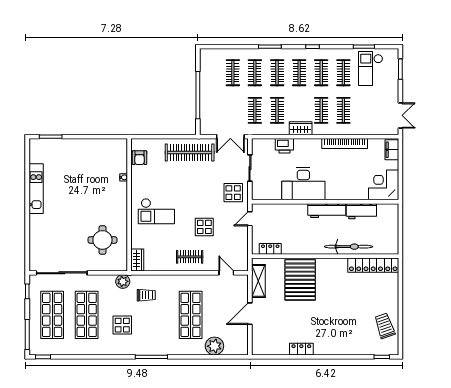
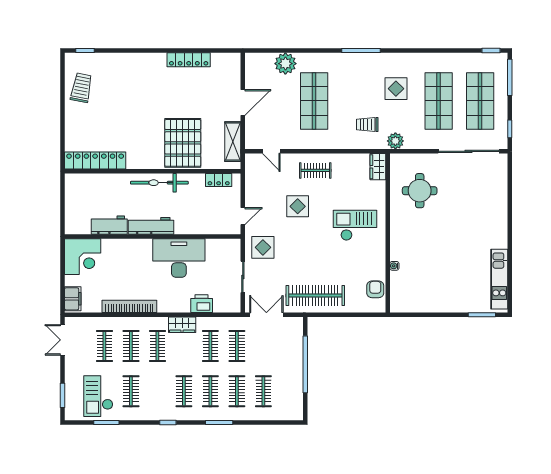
checkout: (371, 69) -> (98, 396), turned 180
clothes rail: (321, 73) -> (104, 346), moved
kitchen unit: (36, 189) -> (499, 279), moved
bicycle: (349, 247) -> (159, 183), moved
trolley: (385, 326) -> (81, 88), turned -150
locker: (301, 349) -> (189, 60), width x1.53

